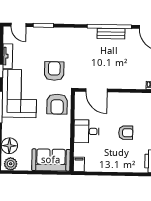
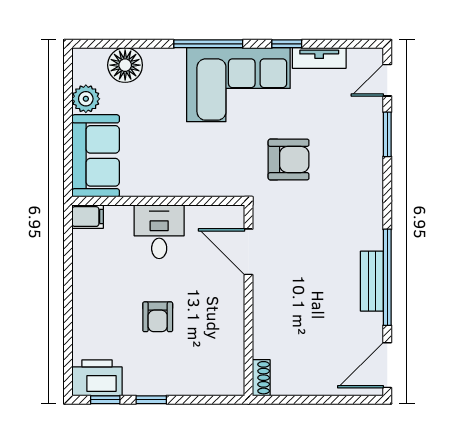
door: (96, 90) -> (249, 252), hinge flipped
armchair: (57, 104) -> (217, 167), removed
plant: (11, 164) -> (86, 99), moved

